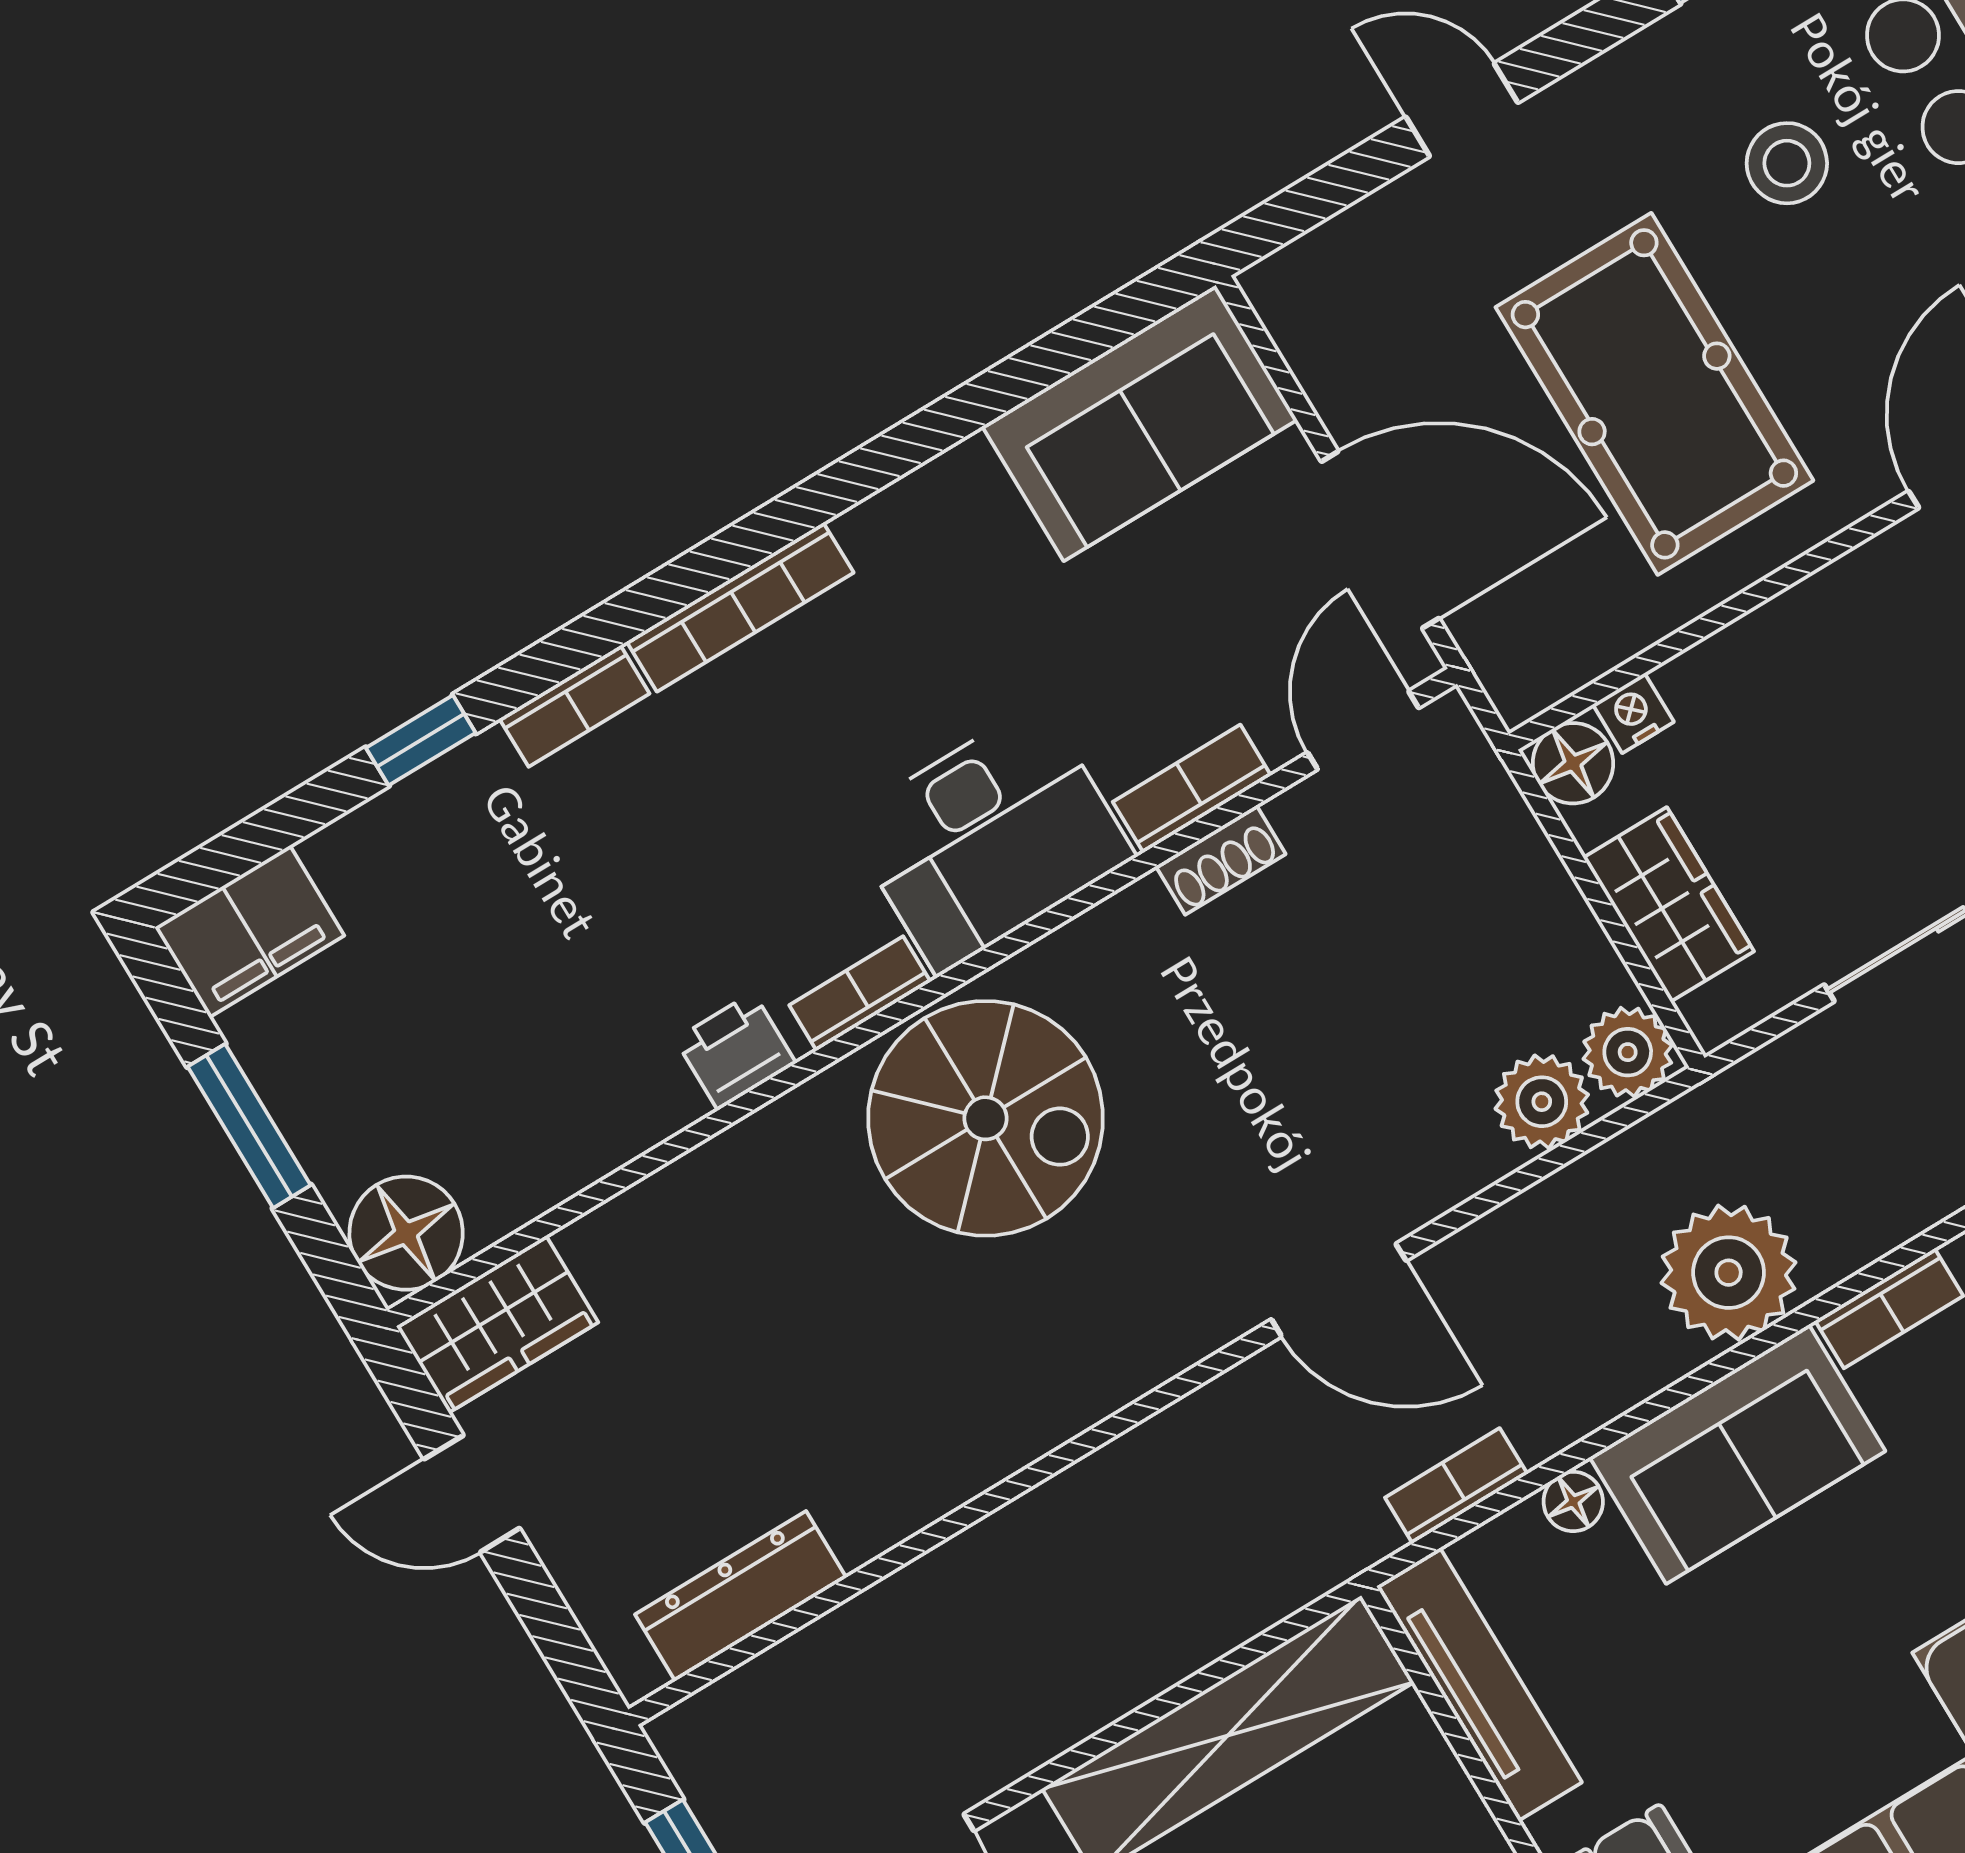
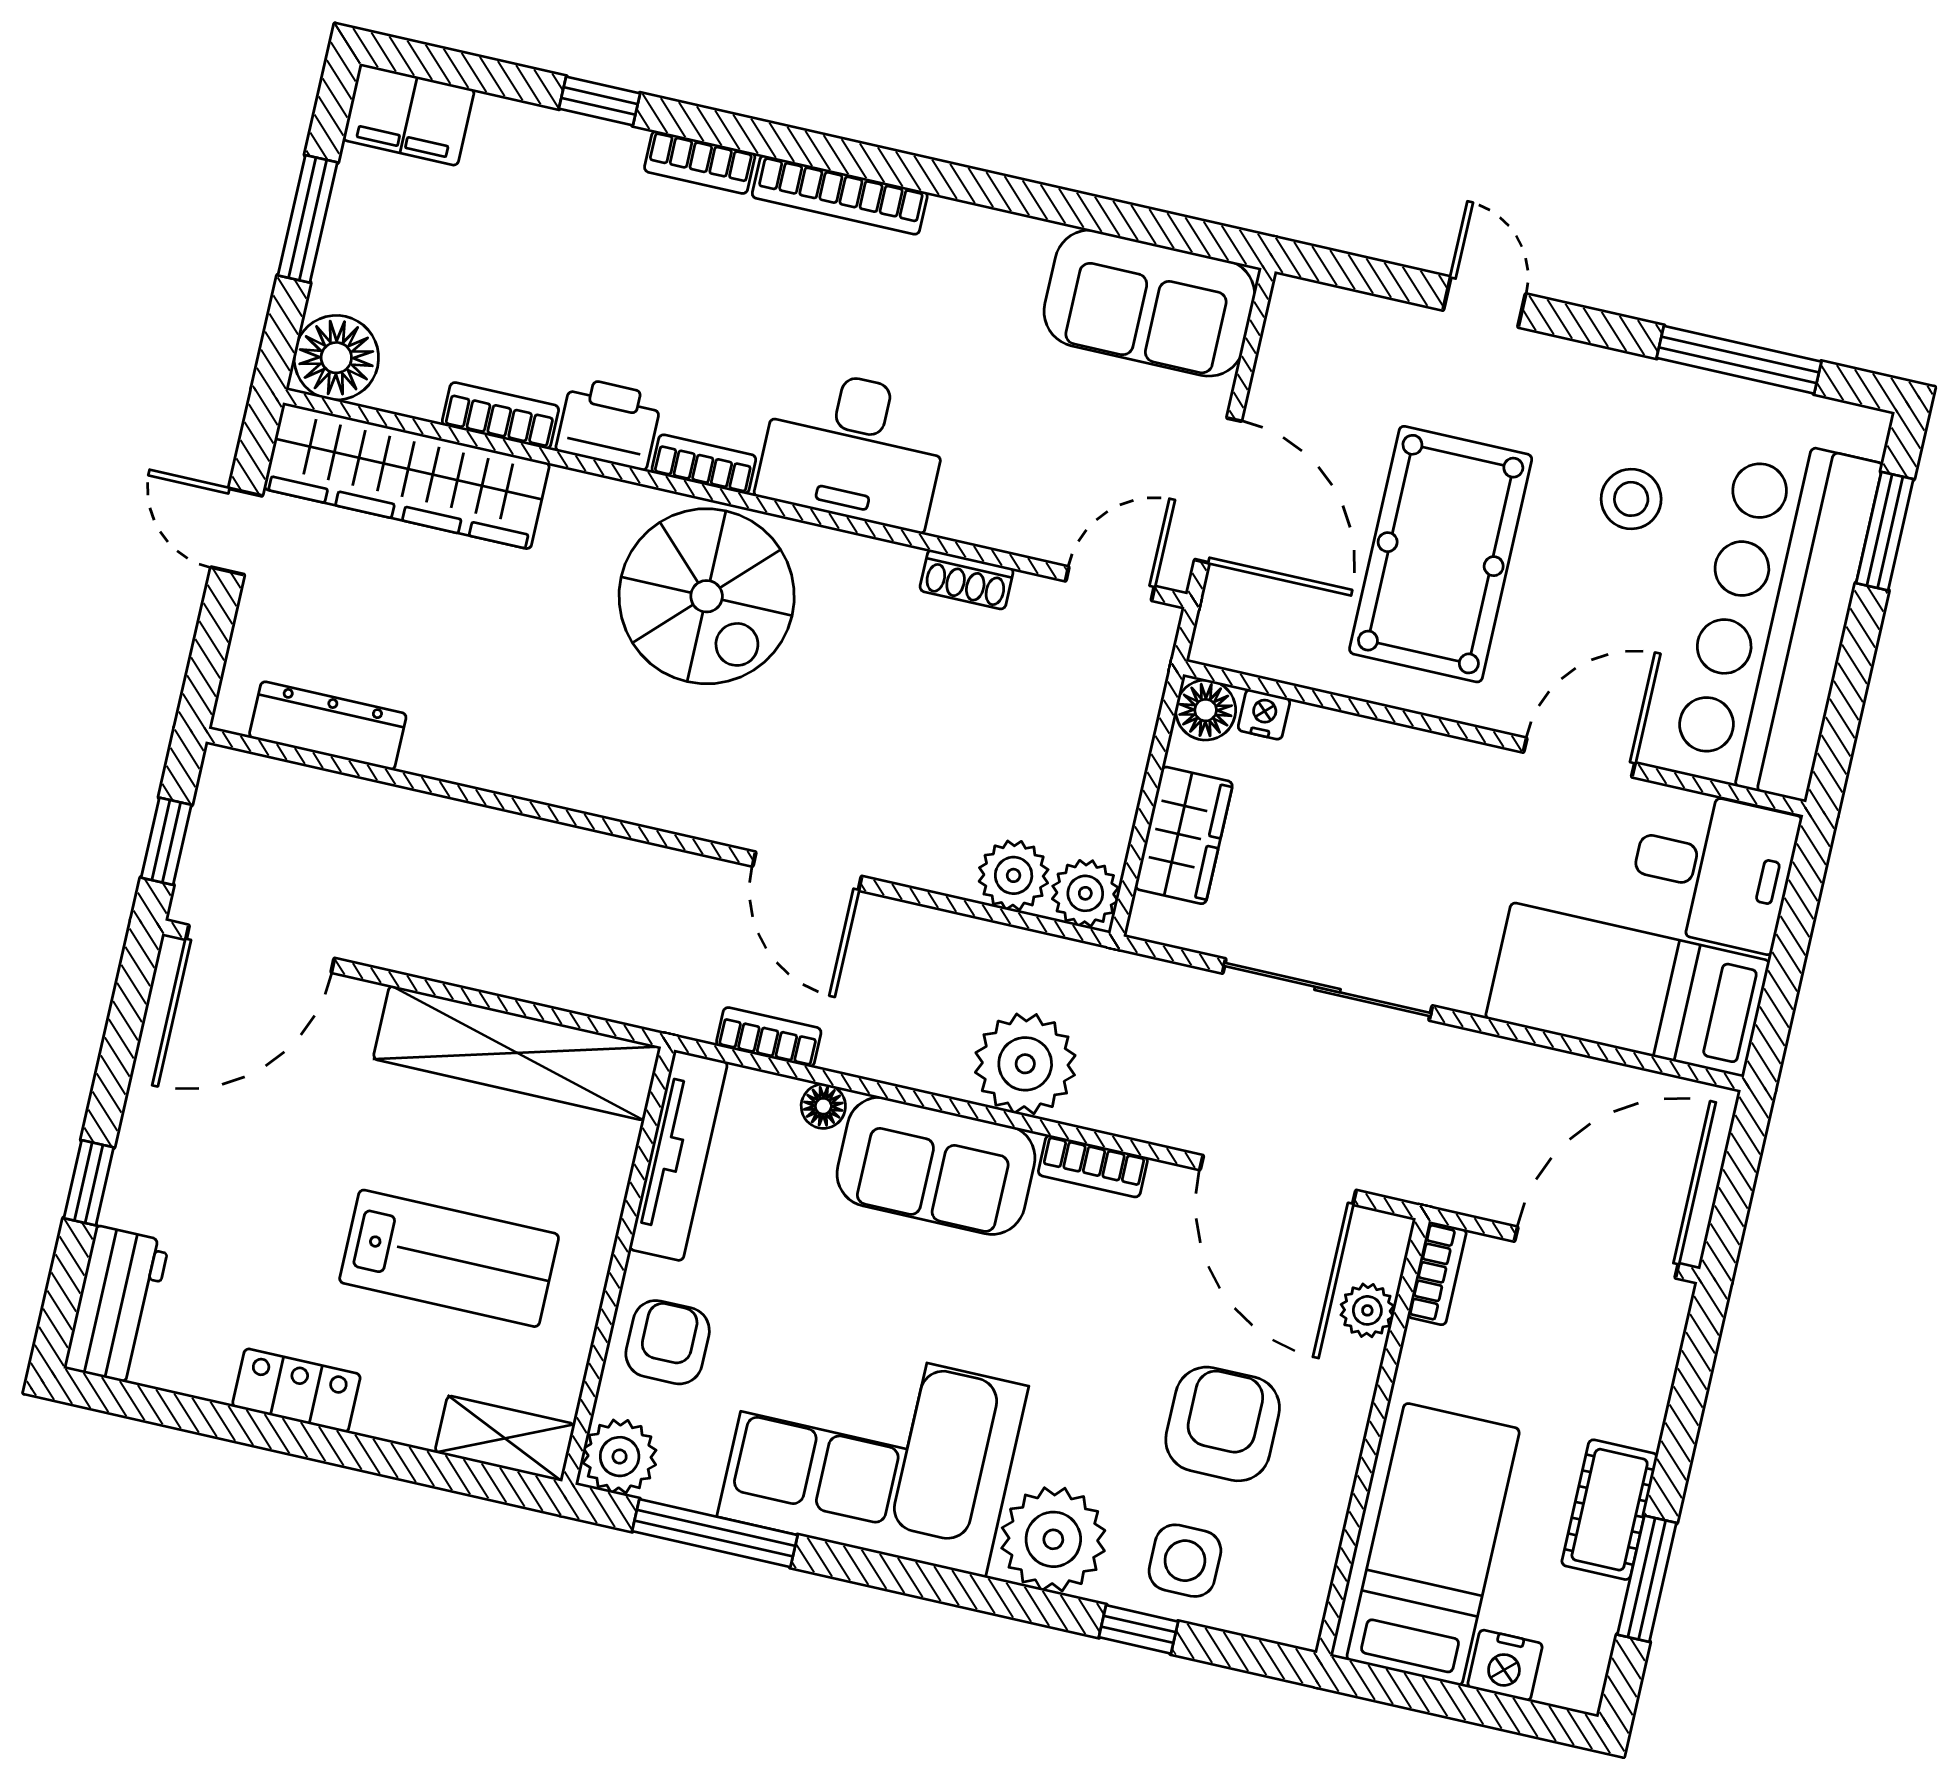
bookcase: (1192, 789) -> (500, 416), moved
printer: (736, 1051) -> (609, 423), width x1.36, depth x1.24
wardrobe: (497, 1324) -> (407, 476), width x2.10, depth x1.17

